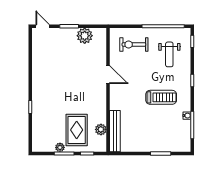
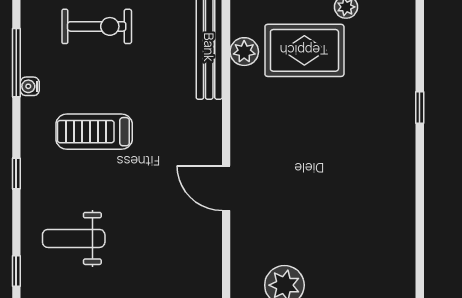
exercise bike: (134, 45) -> (97, 26), moved
weight bench: (169, 54) -> (74, 238), turned -90
rug: (77, 130) -> (304, 50), turned 90

